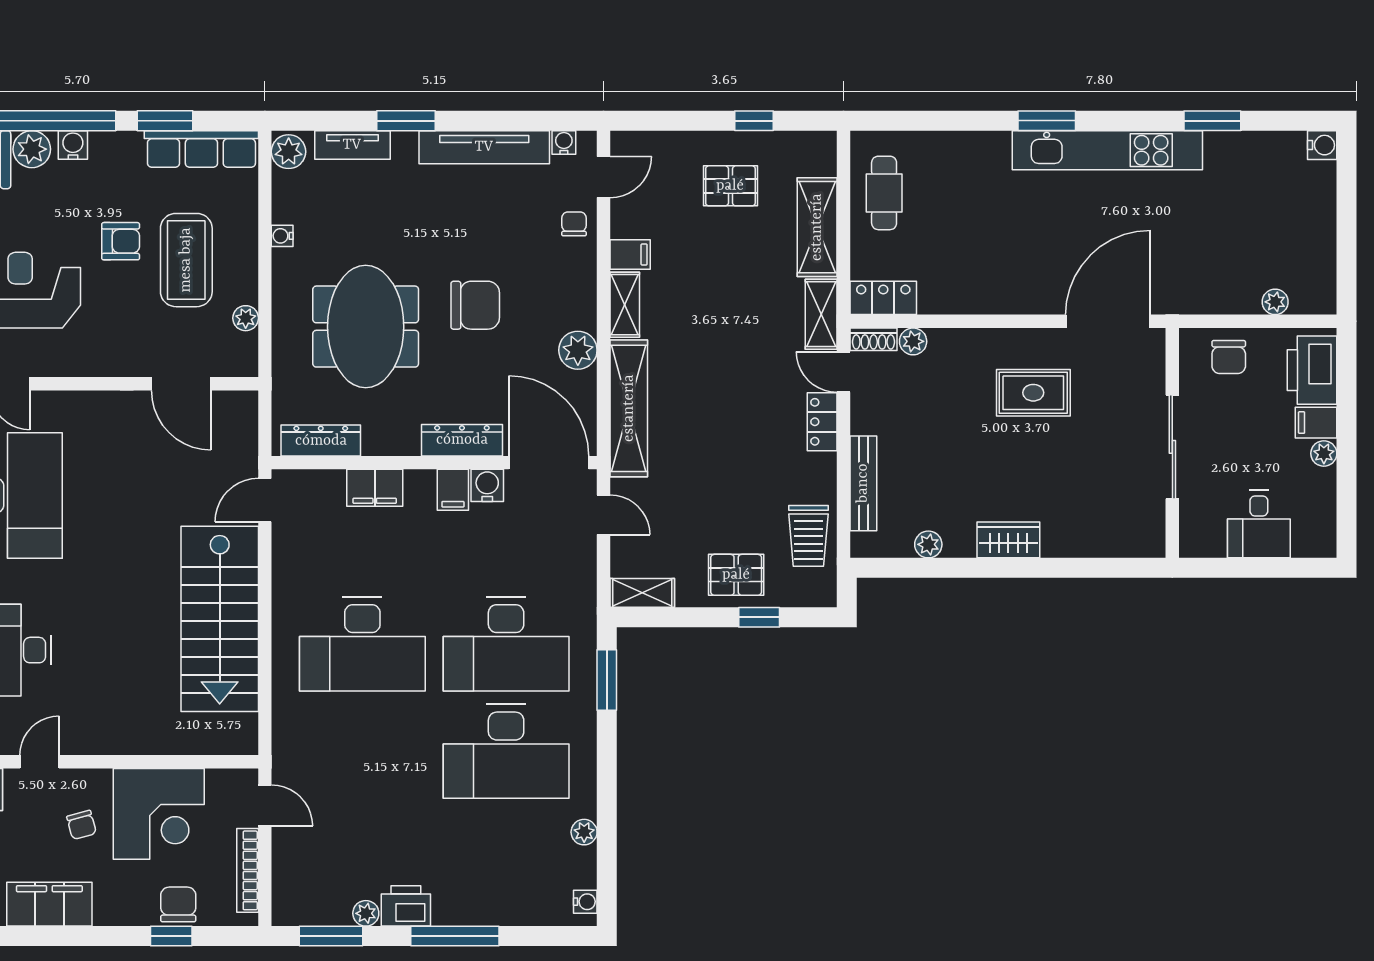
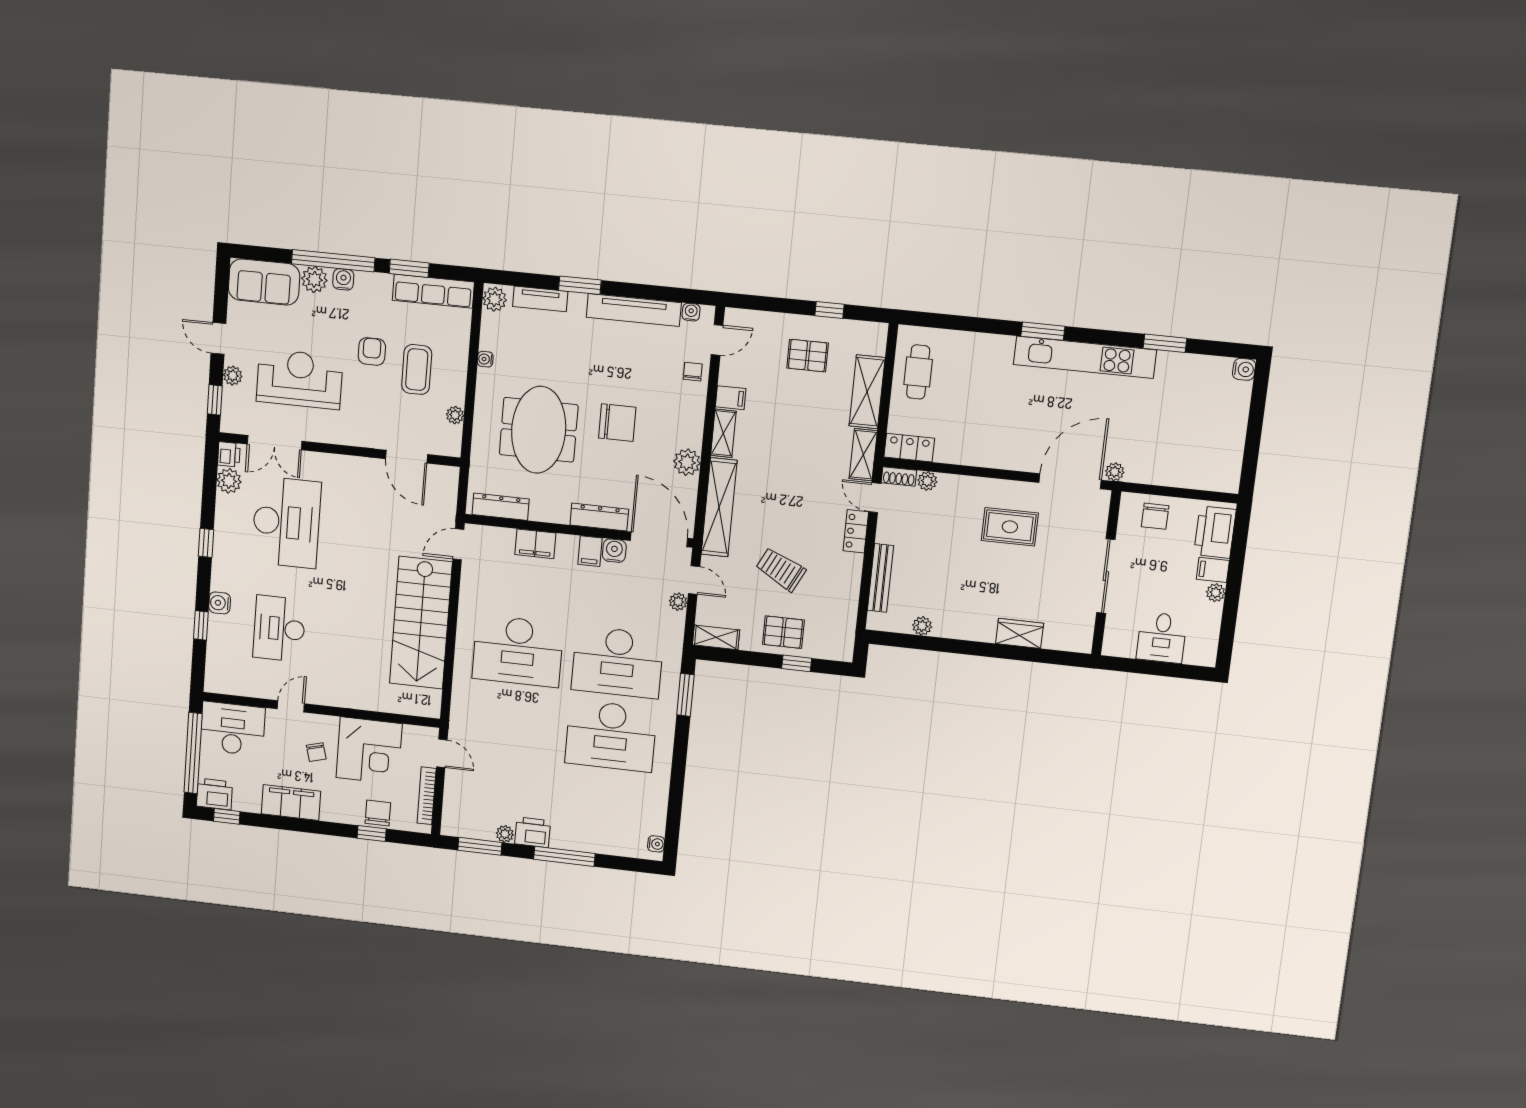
armchair: (121, 241) -> (372, 351), turned -90
coffee table: (186, 260) -> (417, 370), width x0.73, depth x0.76
plant: (1275, 302) -> (1115, 472), moved
trolley: (808, 536) -> (781, 569), moved, turned 117
wardrobe: (1008, 540) -> (1020, 633), moved
plant: (584, 832) -> (678, 602), moved

